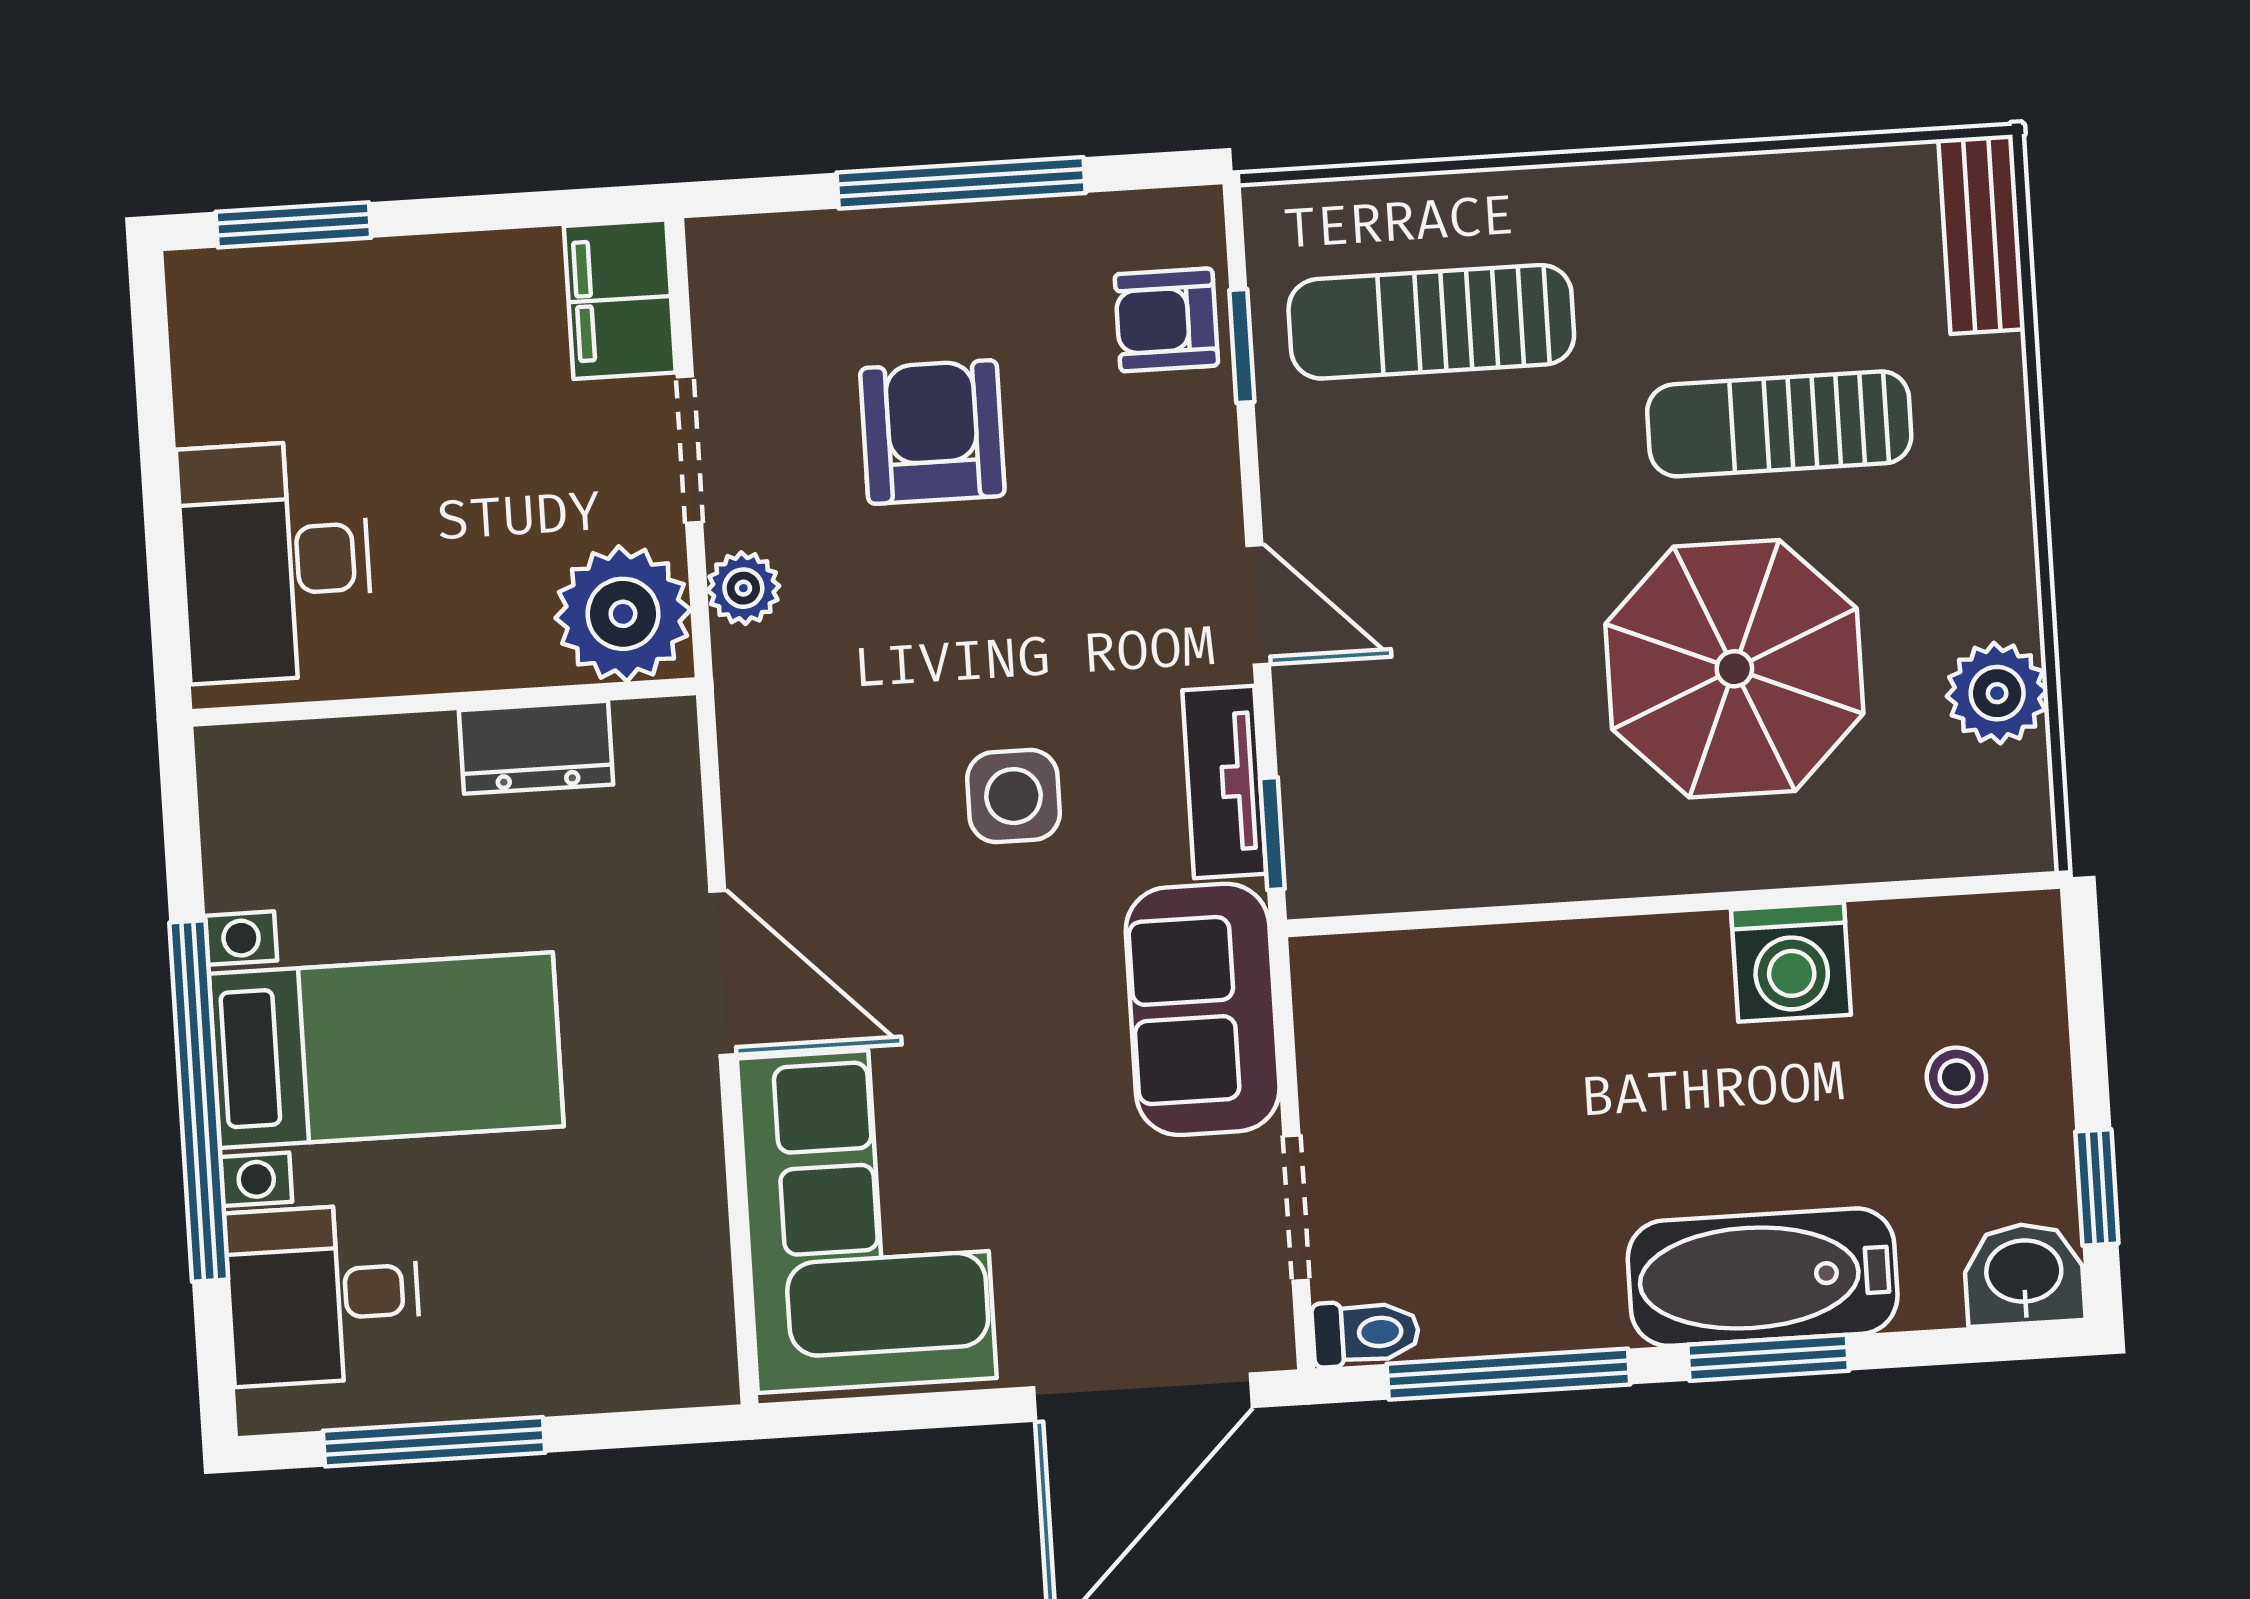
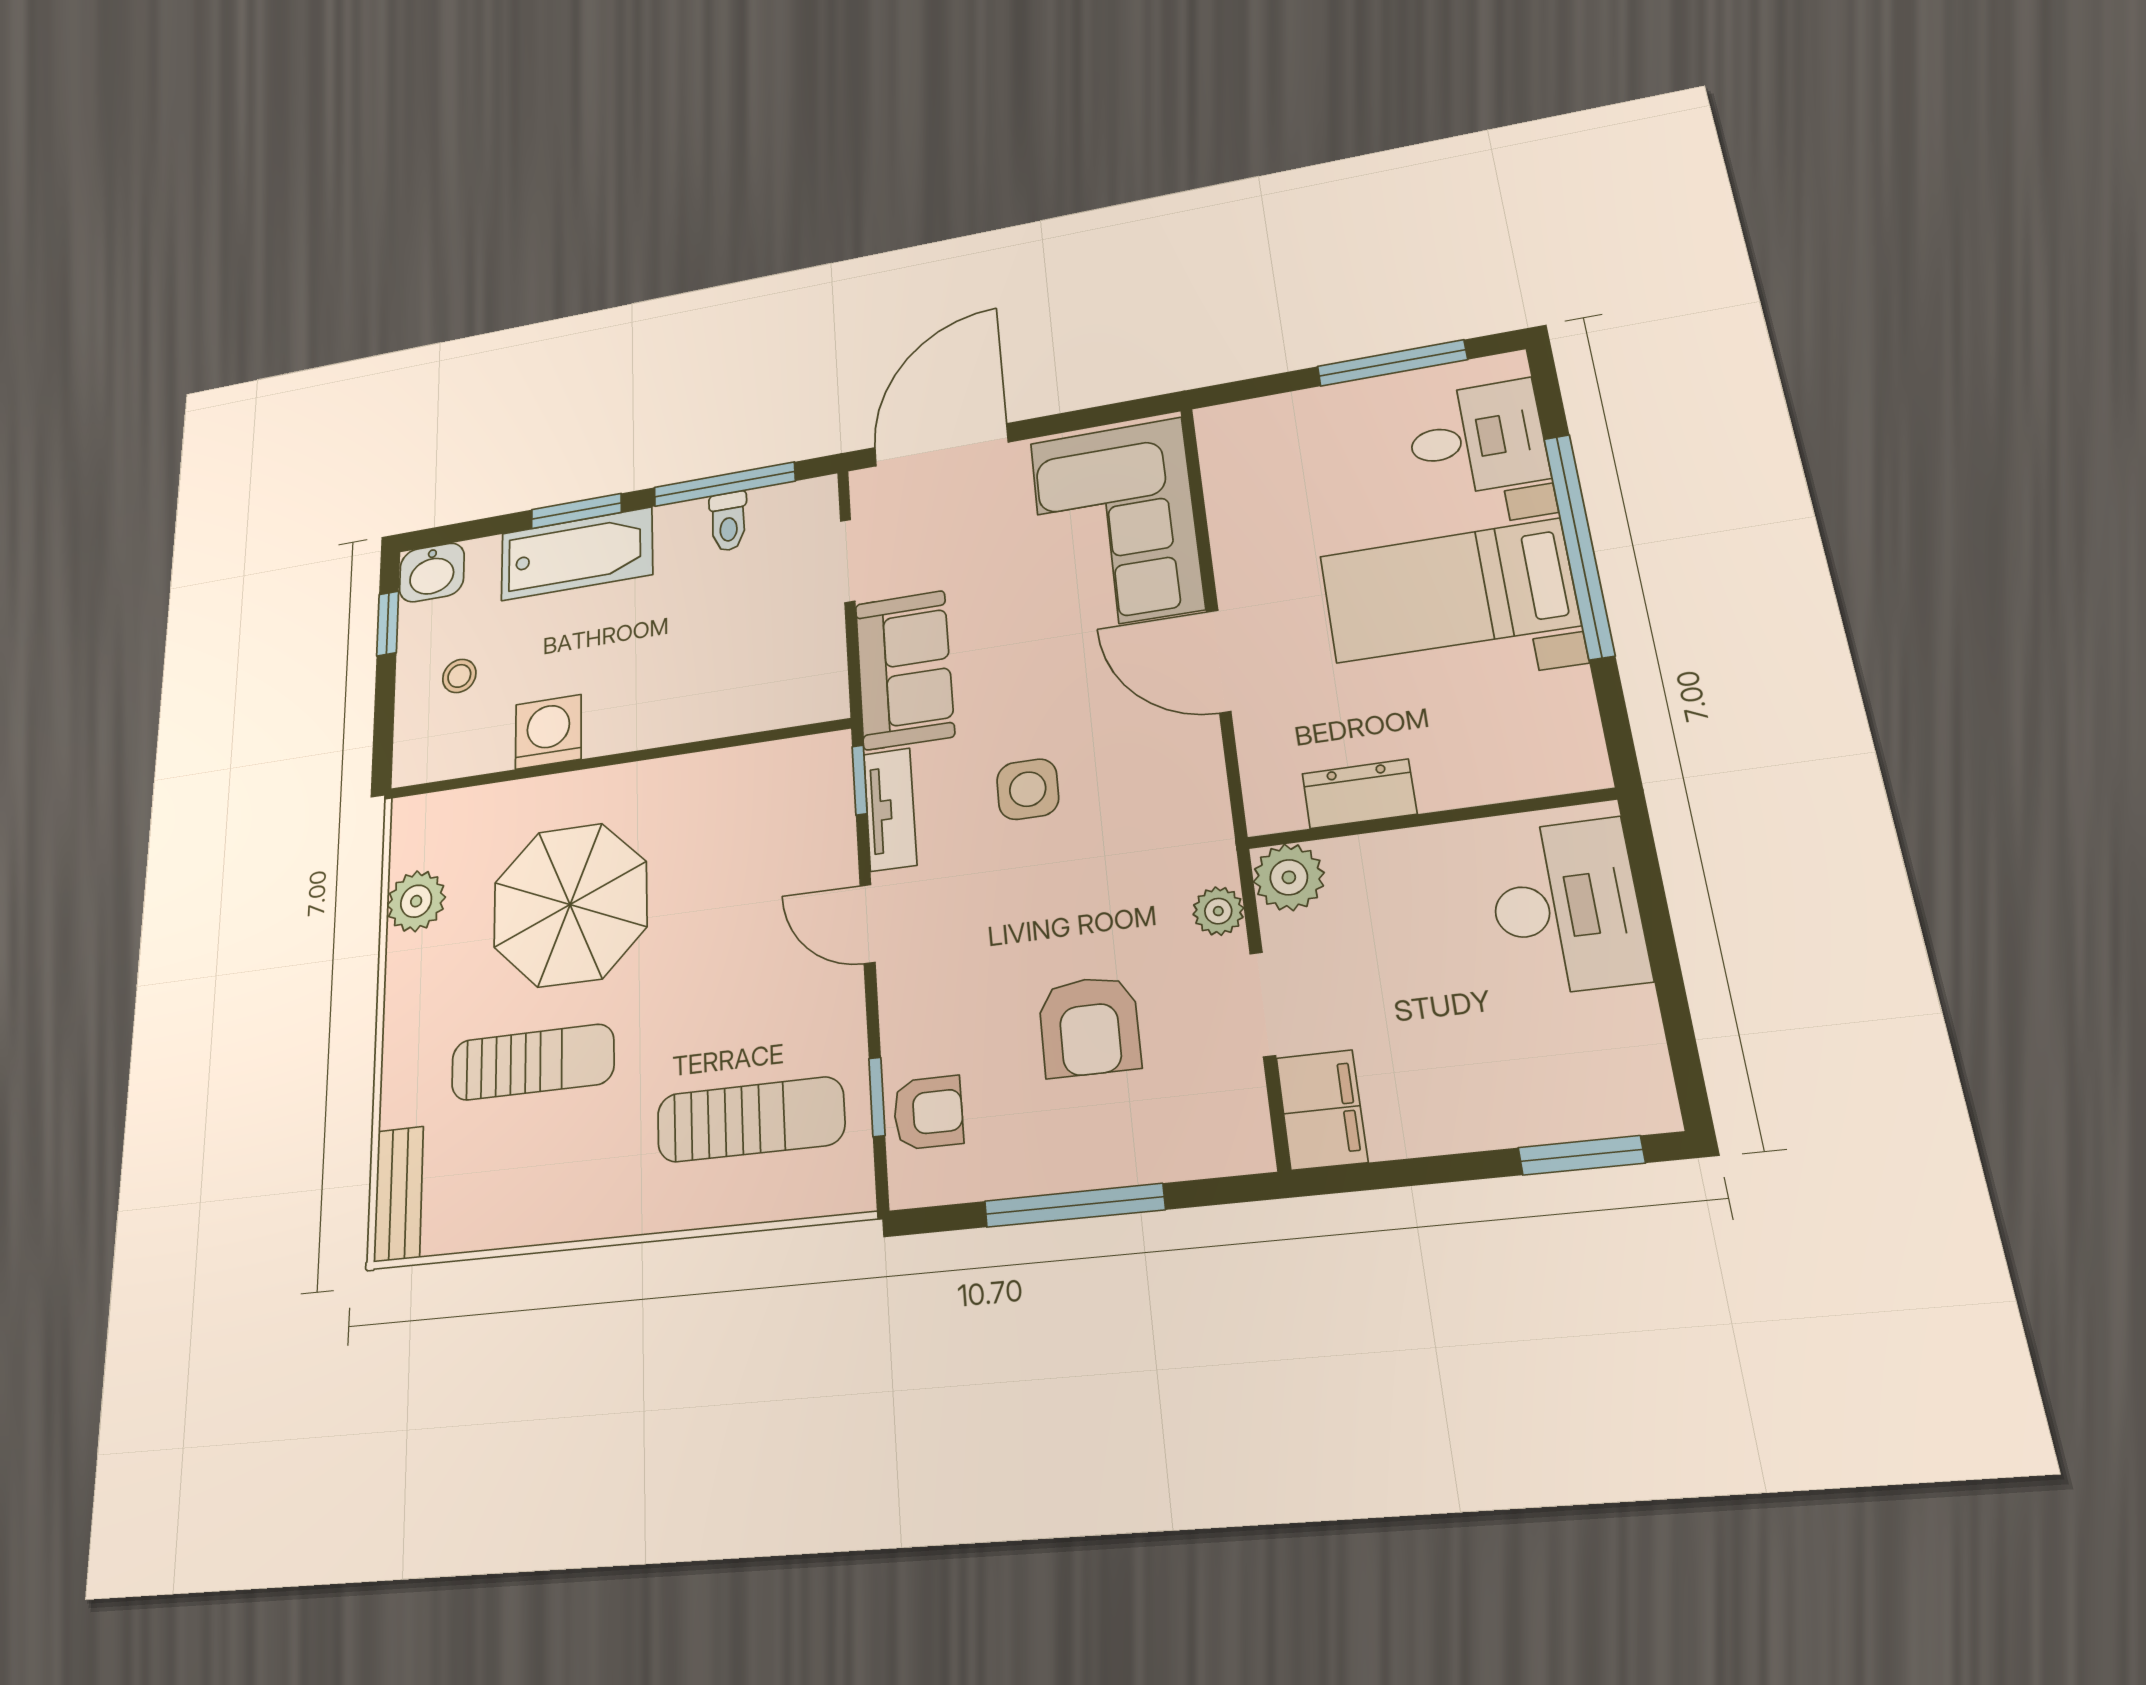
plant: (623, 614) -> (1289, 877), width x0.73, depth x0.73
toilet: (1365, 1333) -> (728, 521), moved, turned -90

